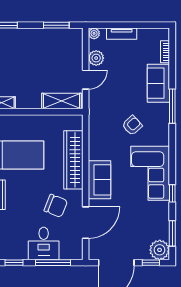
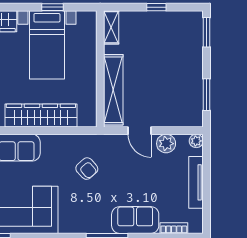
tv unit: (122, 34) -> (196, 182), width x1.41
shelving: (62, 101) -> (113, 90), width x1.47
armchair: (132, 125) -> (87, 169), moved

